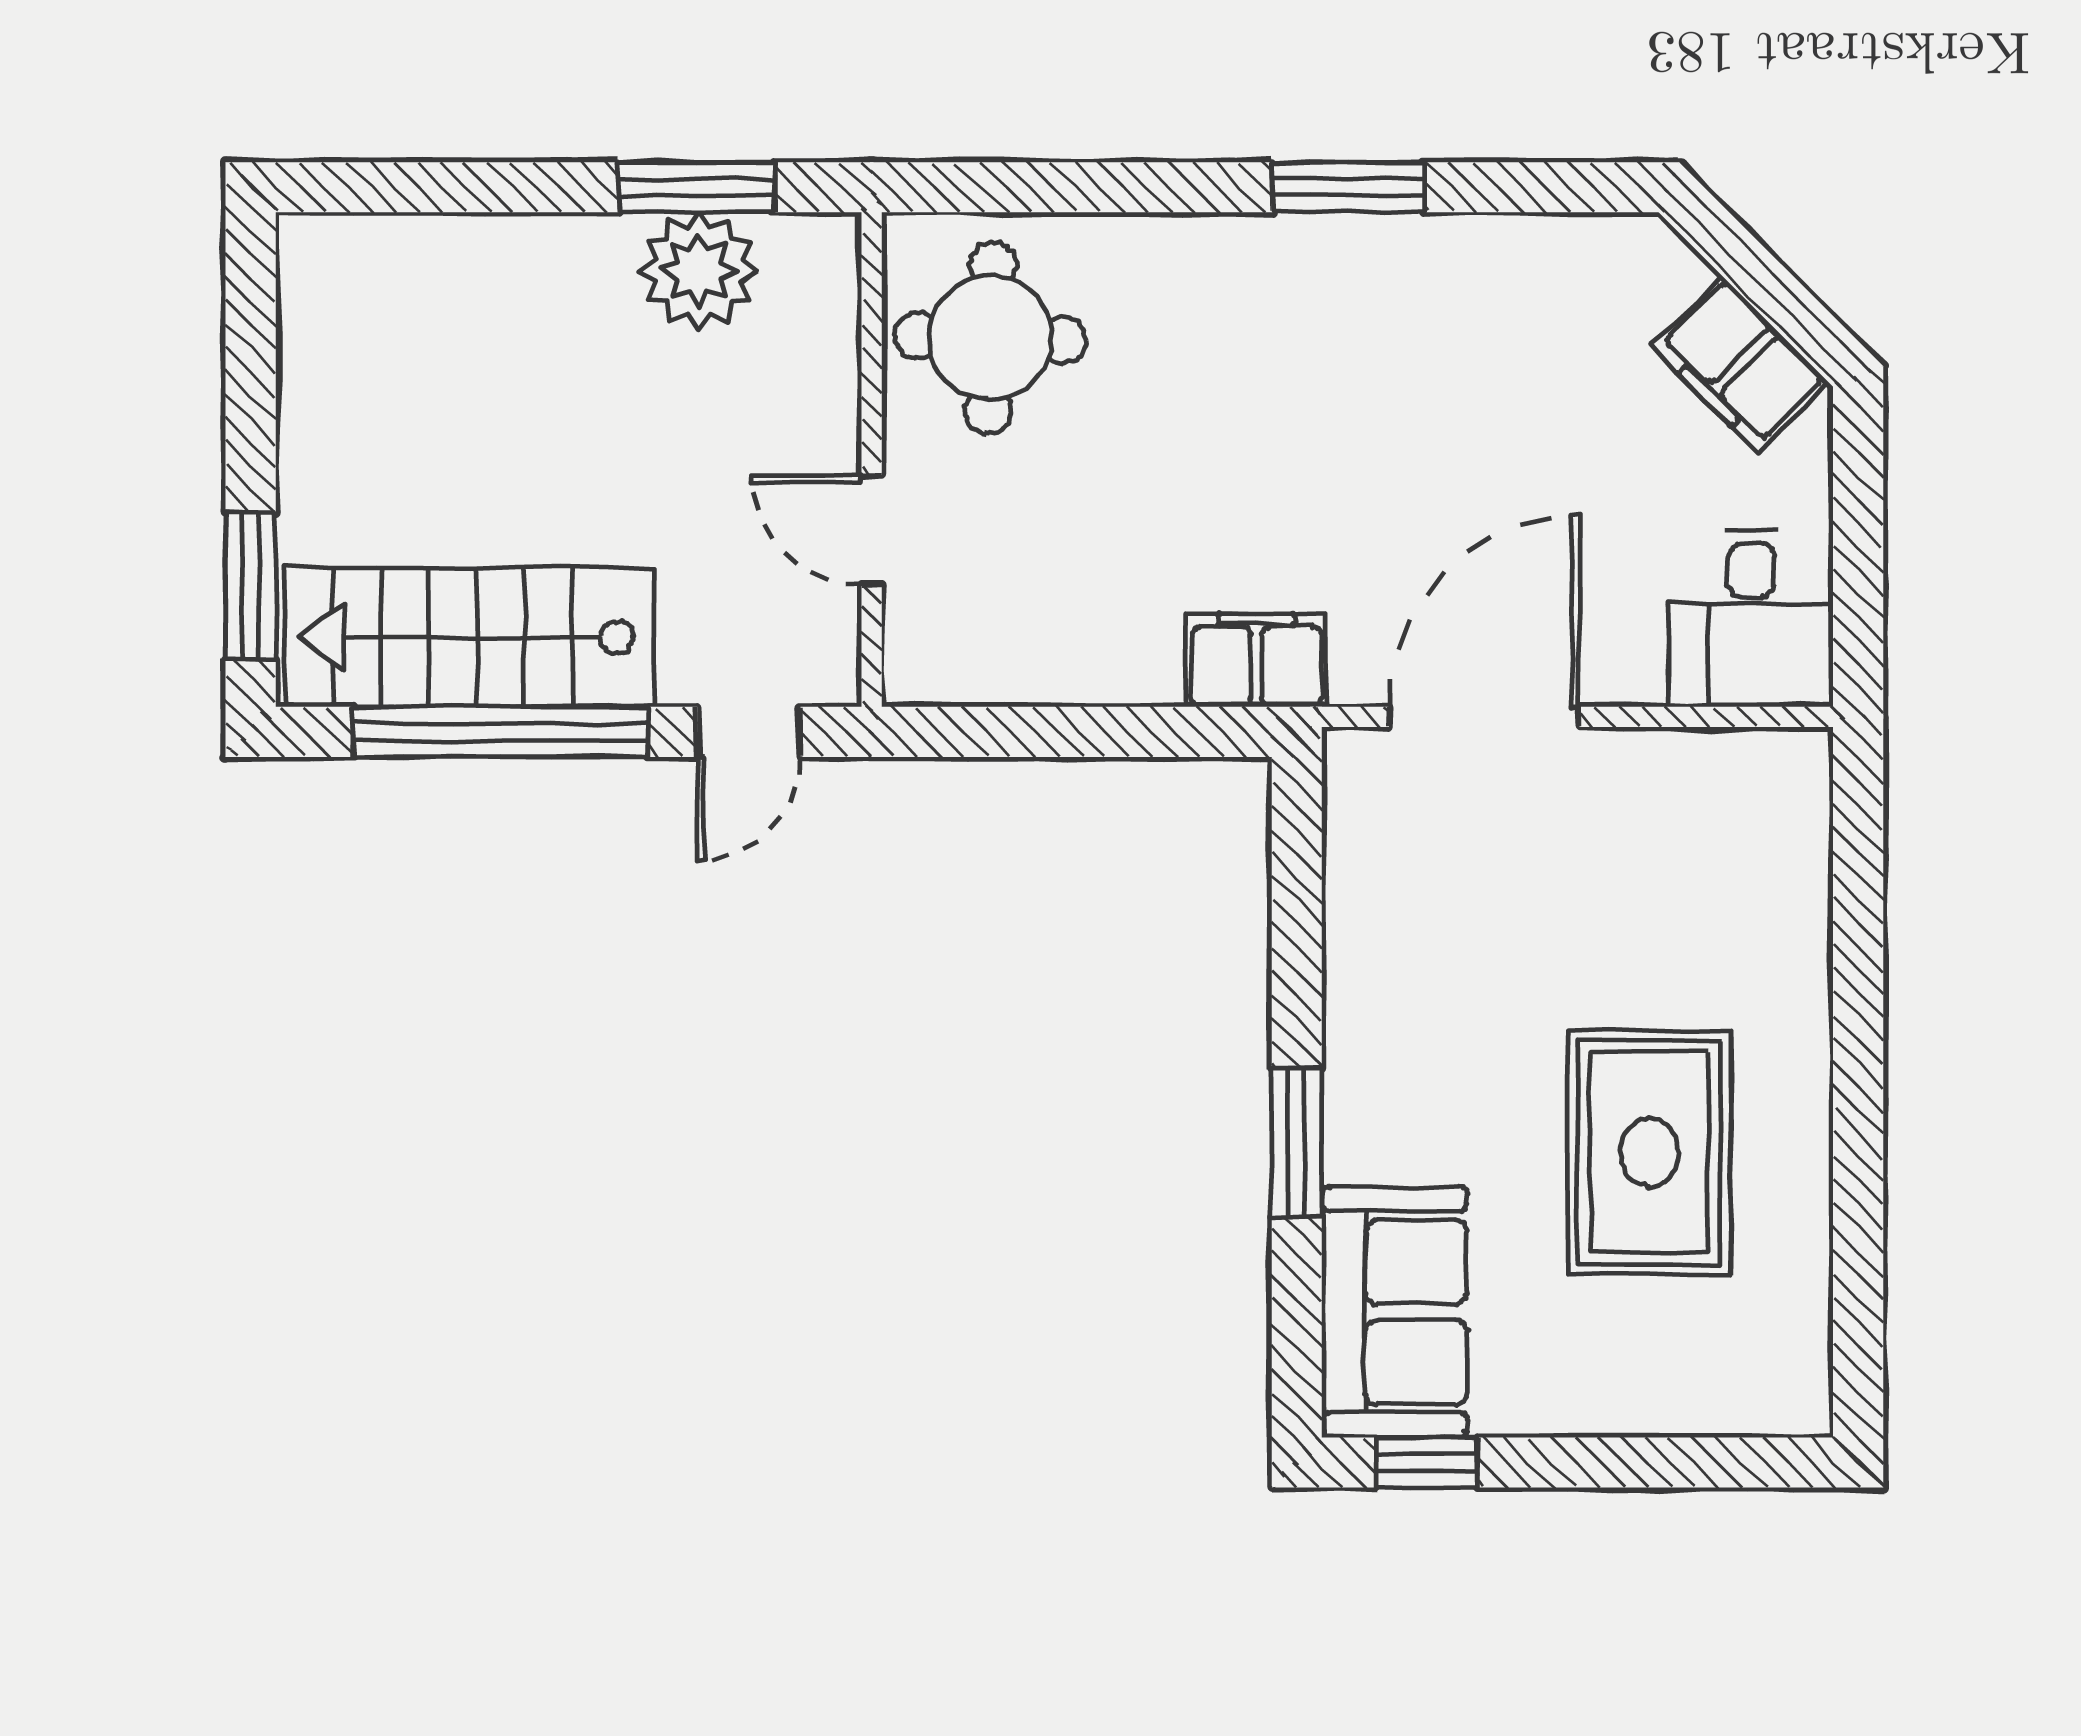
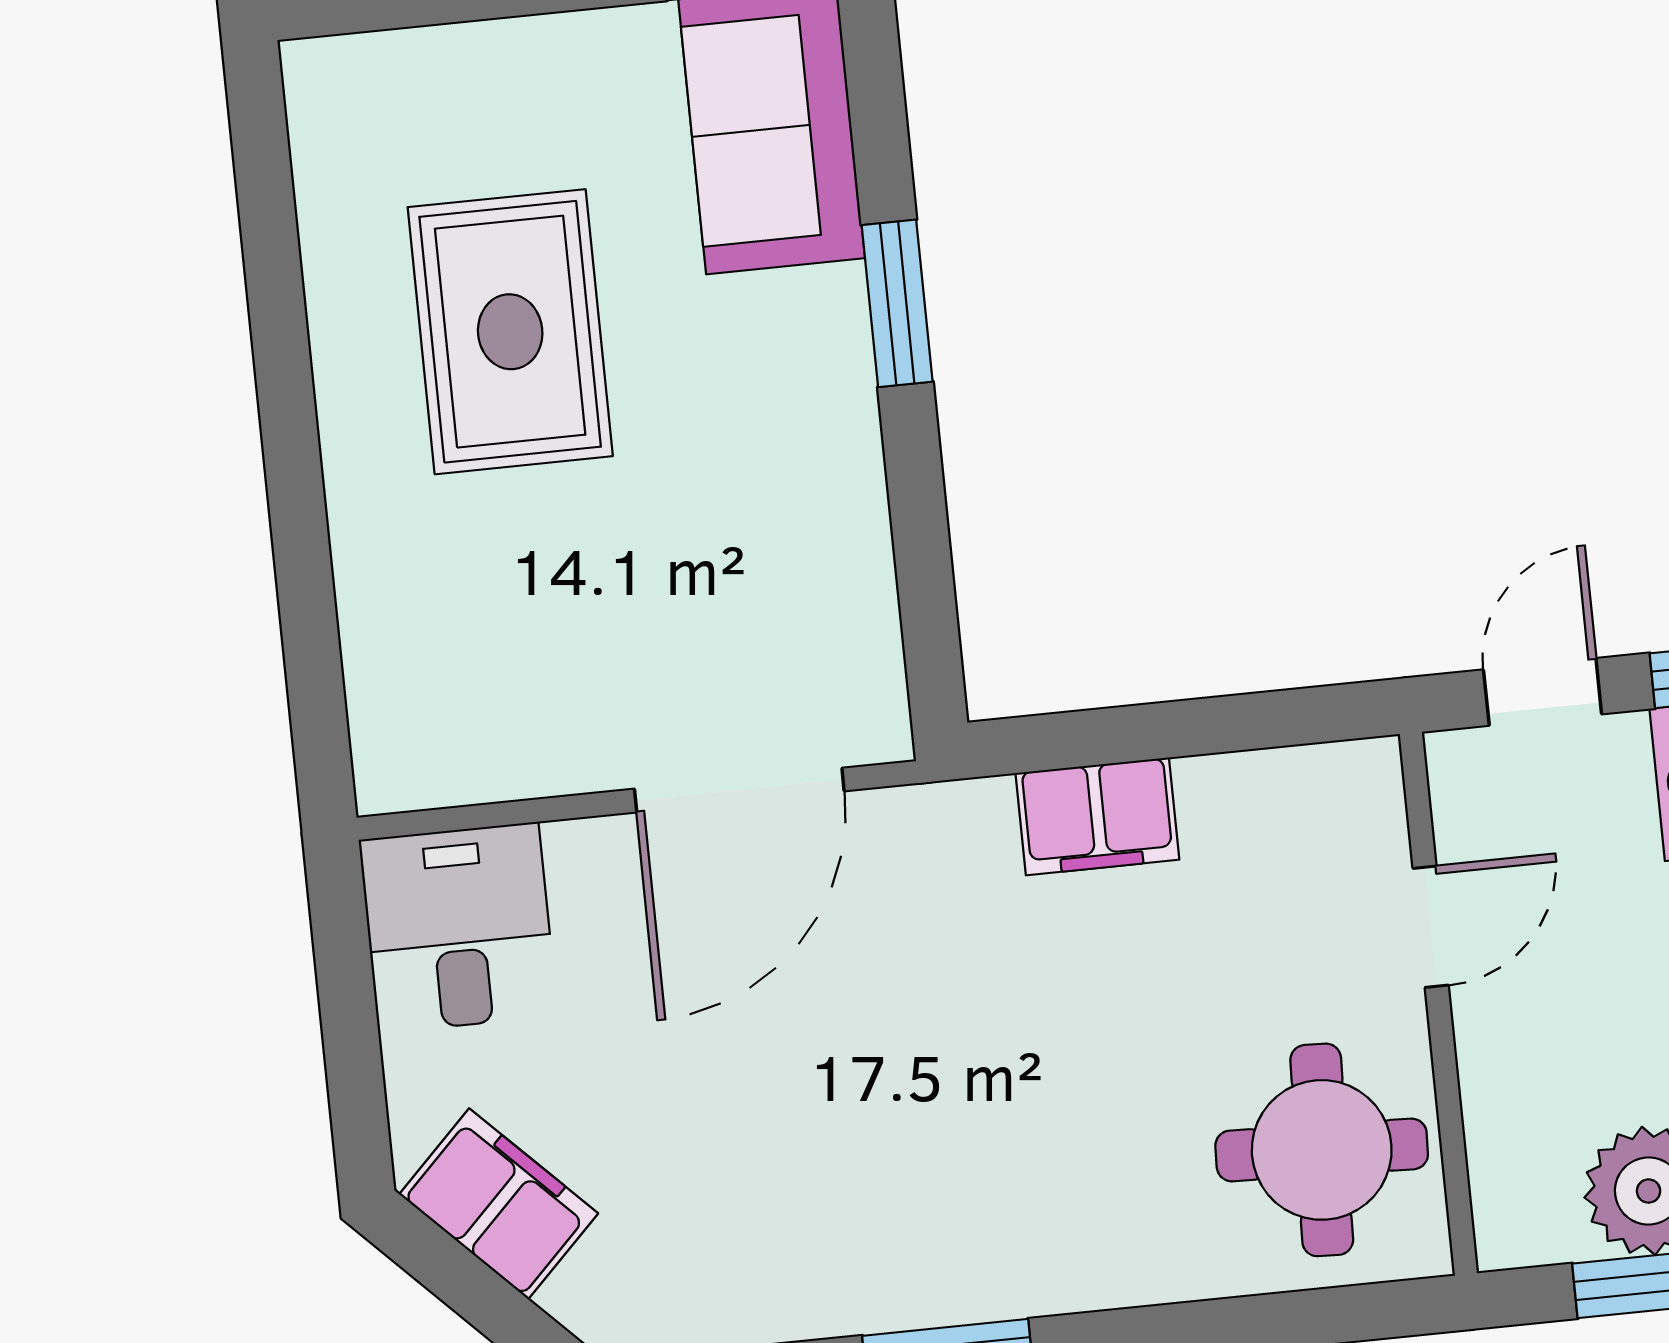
door: (872, 530) -> (1431, 927), hinge flipped
filing cabinet: (1256, 660) -> (1097, 816), moved

